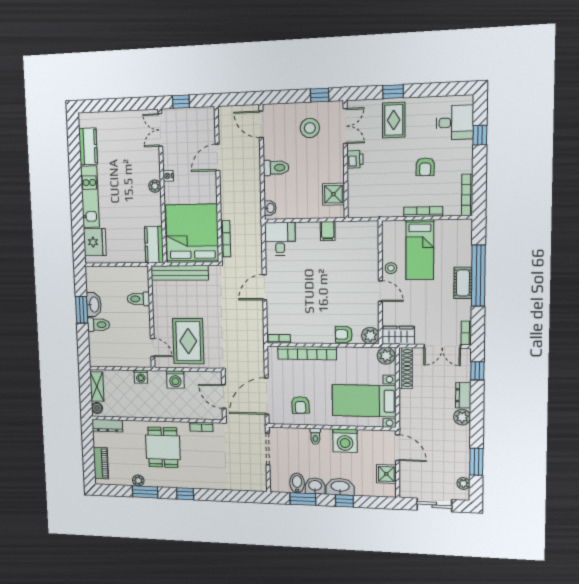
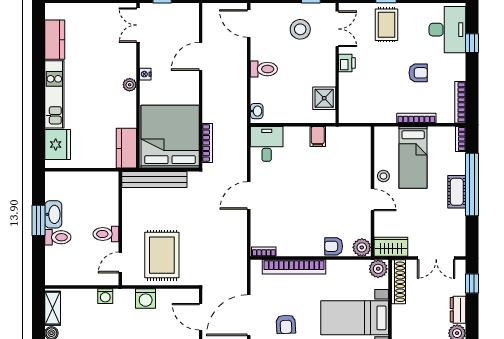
desk: (455, 122) -> (447, 30), width x1.37
armchair: (425, 167) -> (418, 73), turned -91
toilet: (138, 299) -> (106, 234), moved
bookcase: (466, 333) -> (461, 139), moved
door: (153, 347) -> (120, 263), swing flipped

